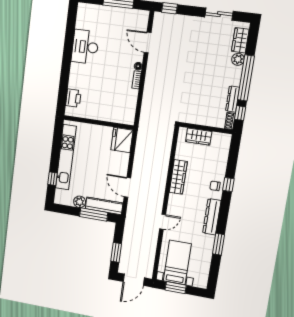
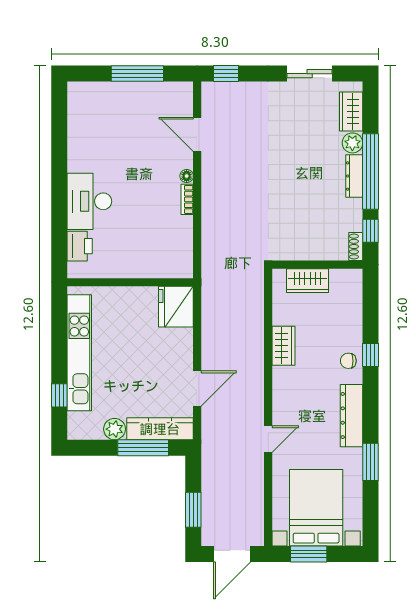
desk: (85, 47) -> (89, 201), moved
dresser: (233, 99) -> (354, 176), moved
wardrobe: (178, 177) -> (283, 346), width x0.67
door: (127, 187) -> (197, 389), swing flipped
bed with nightstands: (177, 262) -> (316, 508), width x1.36

